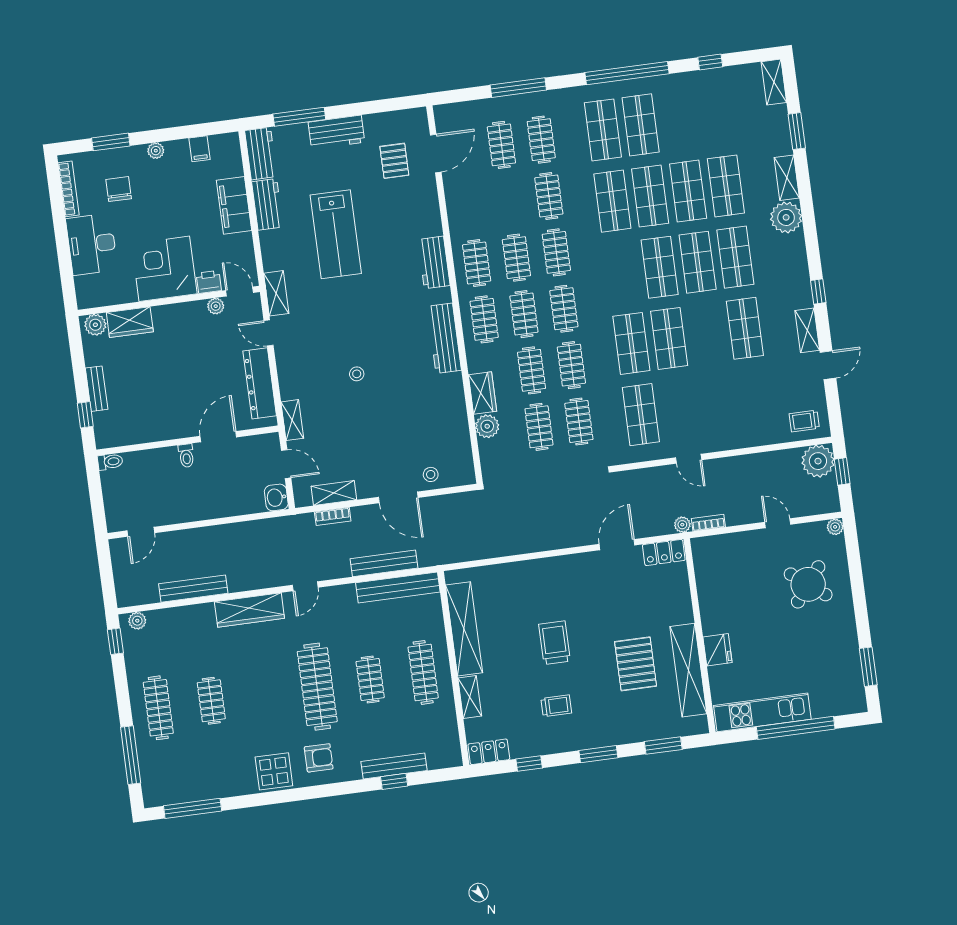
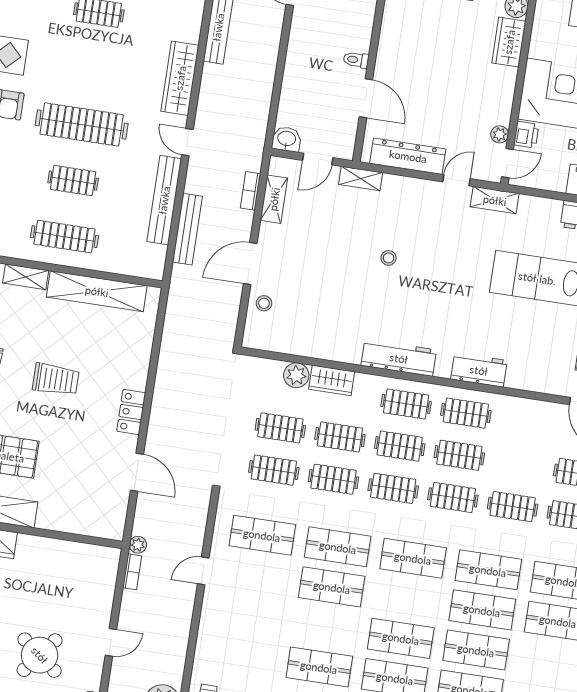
shop shelf: (660, 267) -> (413, 558), moved
locker: (664, 553) -> (131, 412), moved
bench: (398, 587) -> (164, 200), moved

